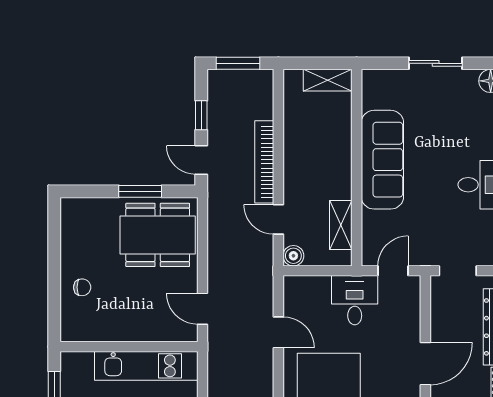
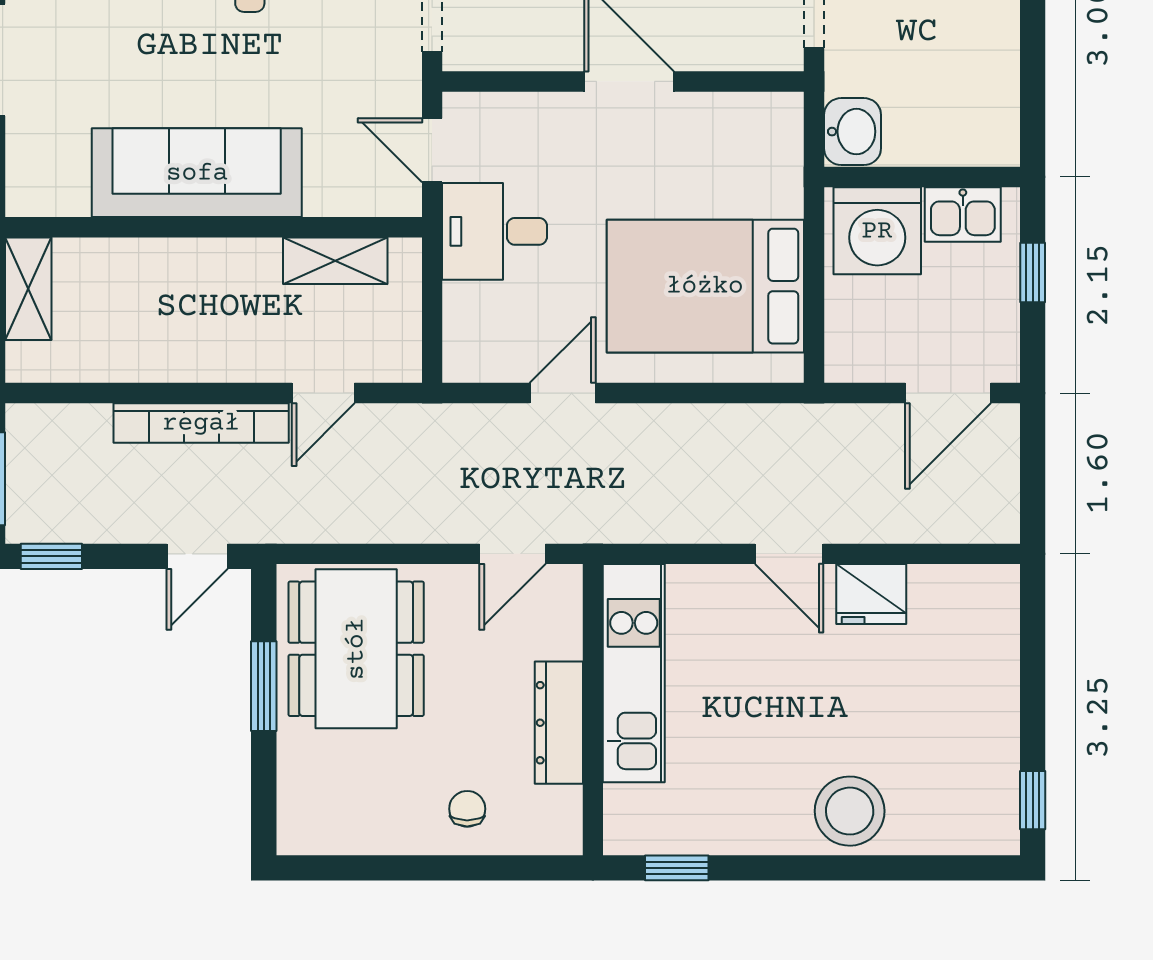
window: (201, 115) -> (51, 556), moved
boiler: (293, 256) -> (400, 361), removed
dresser: (123, 331) -> (559, 723), added

